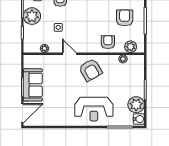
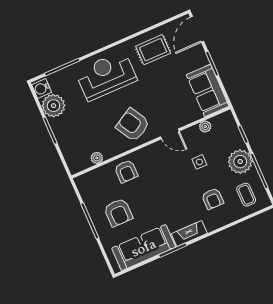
plant: (131, 47) -> (94, 178), removed
sofa: (33, 85) -> (208, 90), moved
rug: (56, 113) -> (153, 50), added

